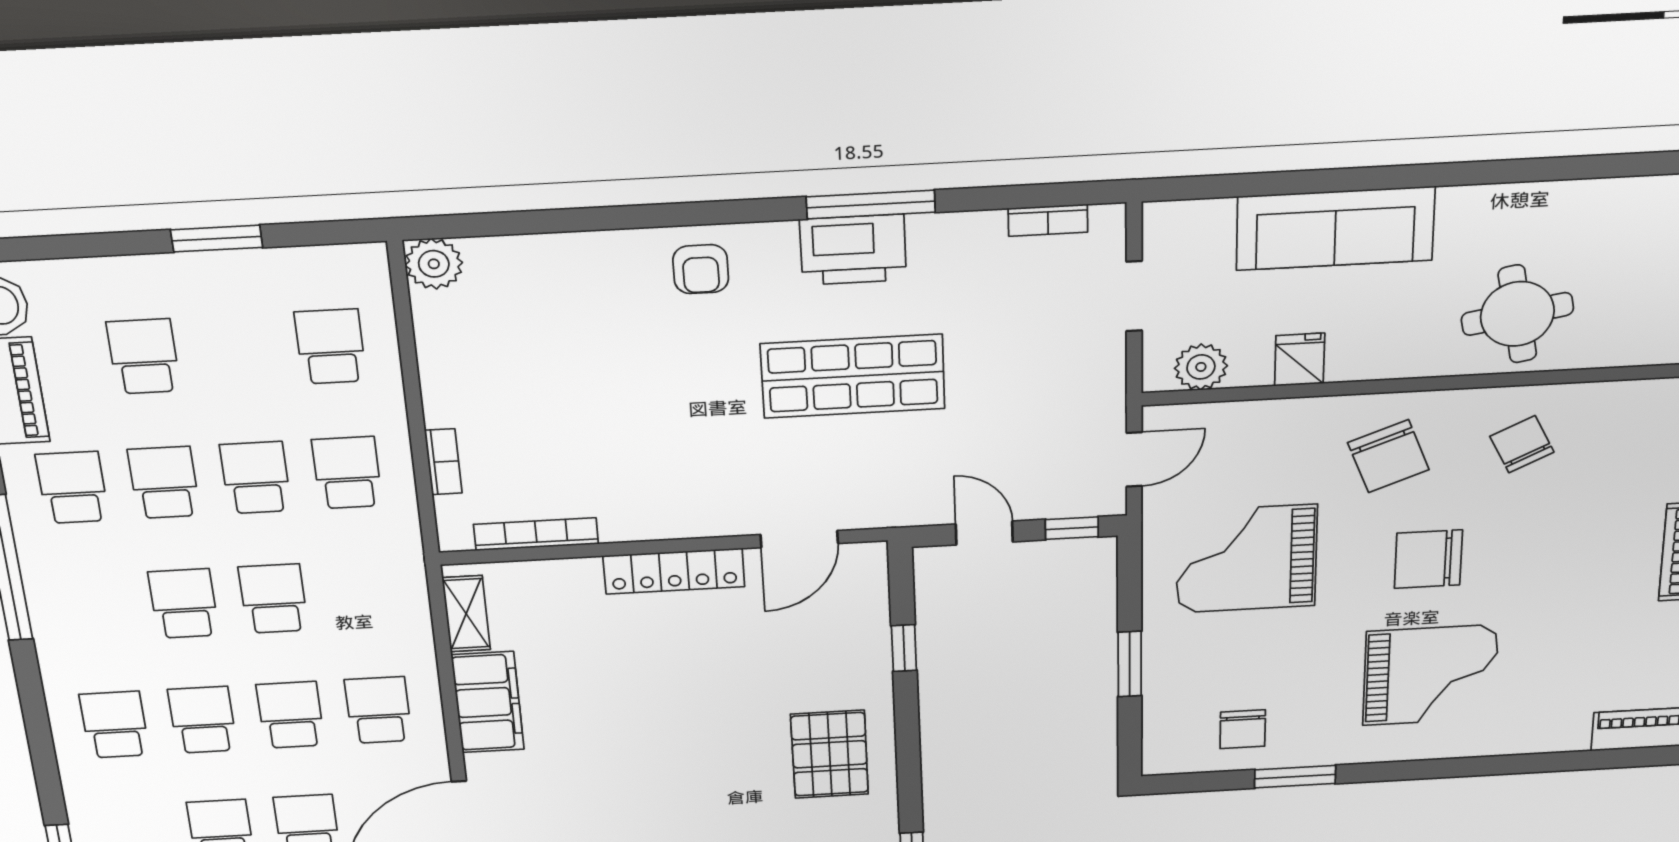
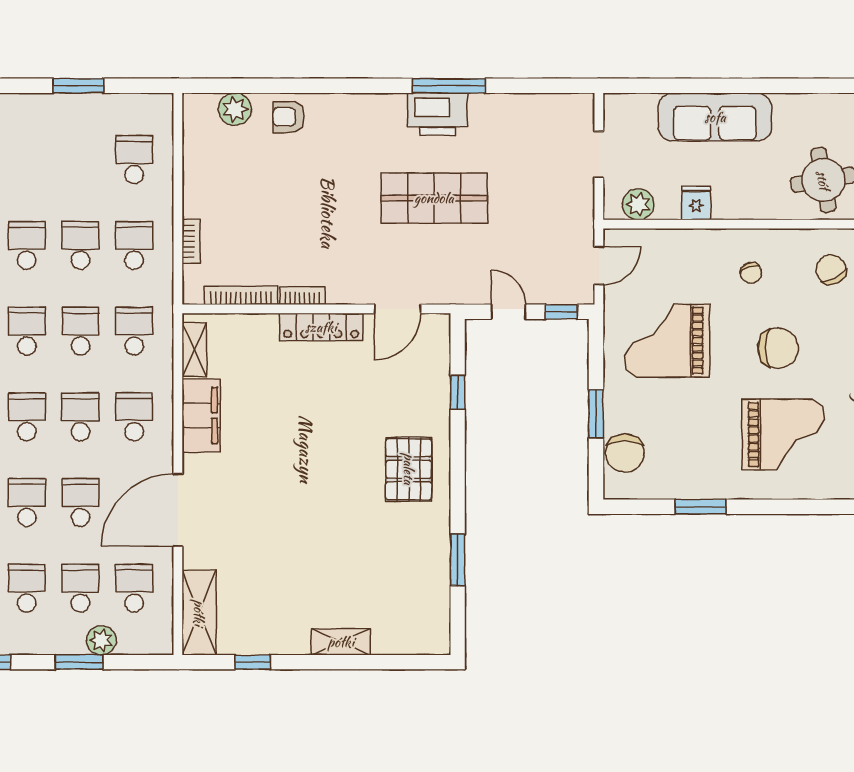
bookcase: (1048, 220) -> (302, 296), moved, turned 180
plant: (434, 264) -> (235, 109), moved
armchair: (701, 269) -> (289, 117), moved, turned 90
school desk: (144, 356) -> (134, 331), moved
chair: (1388, 456) -> (751, 273), width x0.54, depth x0.54
chair: (1428, 559) -> (778, 348), turned 180
chair: (1243, 729) -> (625, 453), moved, width x1.37, depth x1.37

